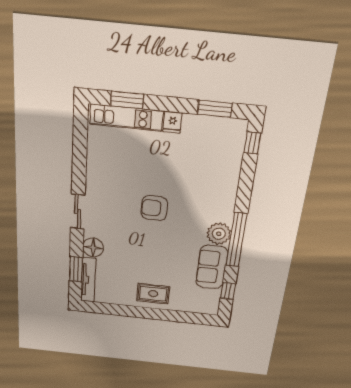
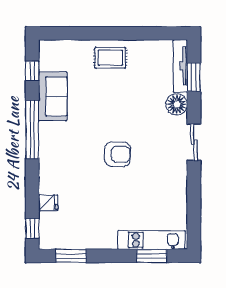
fridge: (172, 122) -> (48, 203), moved, turned 90
plant: (219, 234) -> (51, 134), removed

